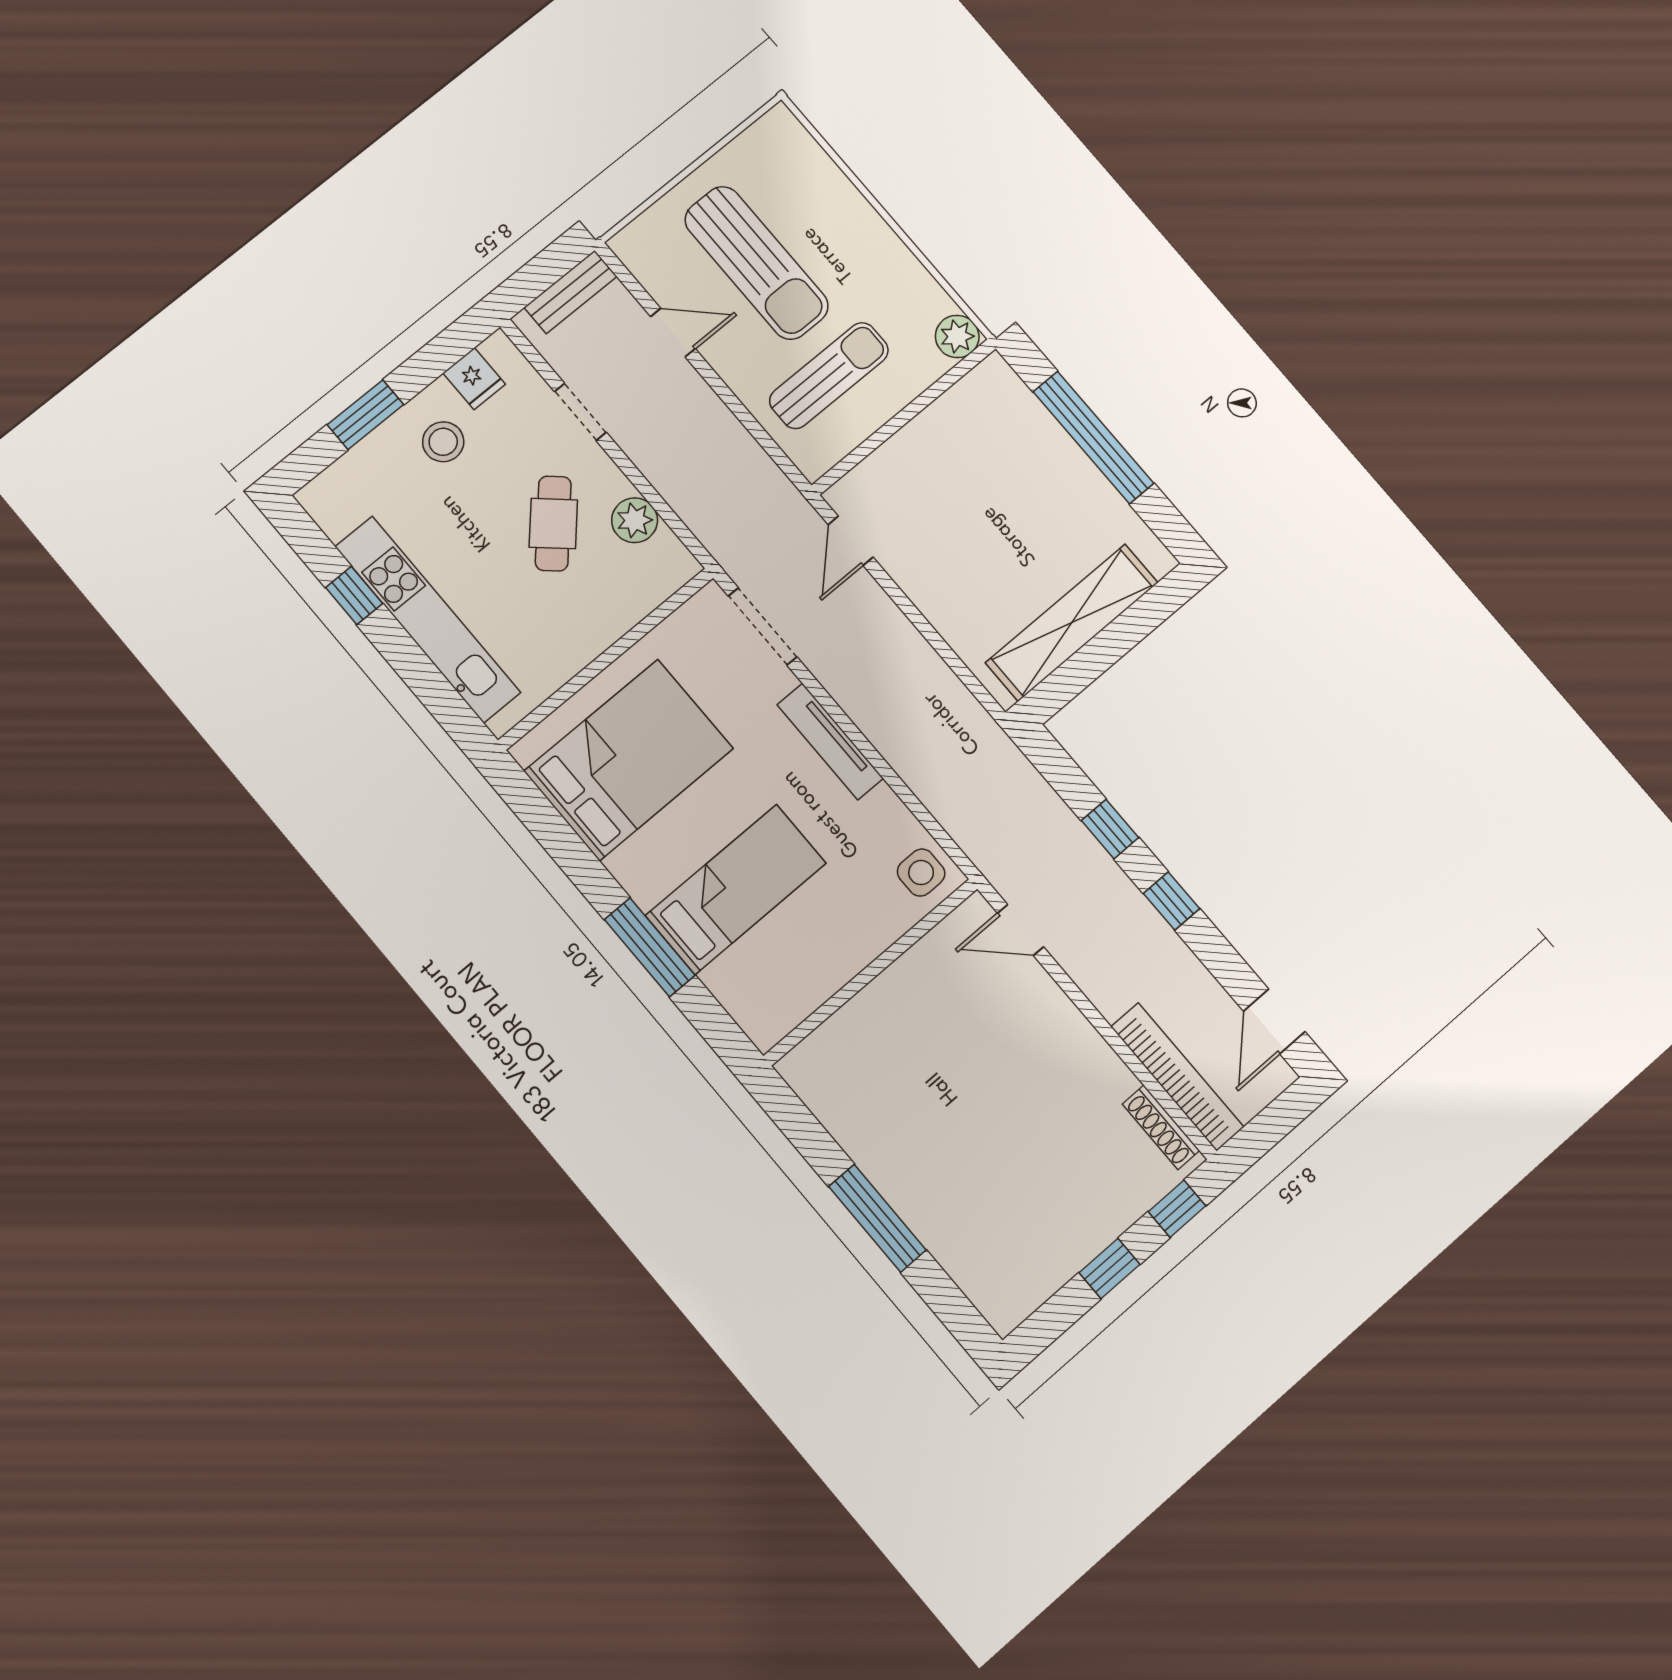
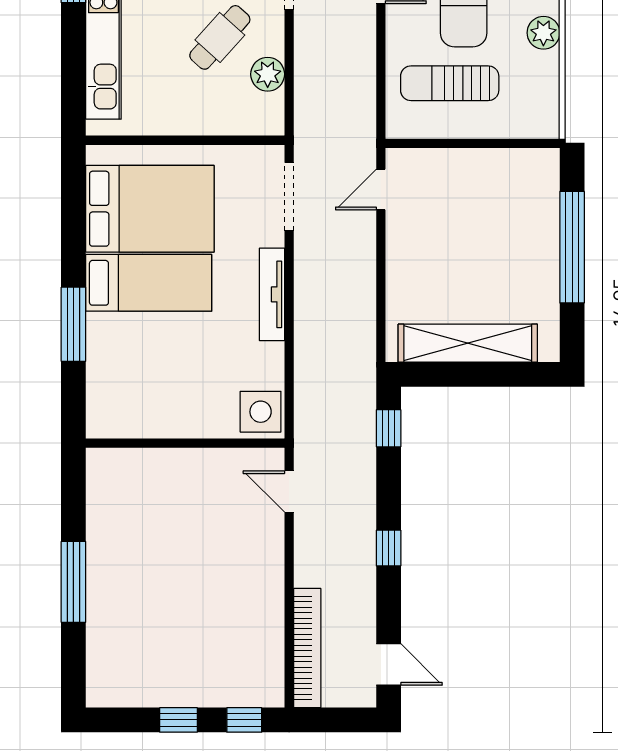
plant: (957, 336) -> (543, 33), moved
sun lounger: (829, 376) -> (450, 83), turned 180
window: (1110, 829) -> (389, 428), moved
side table: (921, 873) -> (261, 412), width x1.37, depth x1.37
bed: (736, 889) -> (149, 283), moved
door: (1274, 1021) -> (389, 664), swing flipped
shoe rack: (1161, 1127) -> (274, 668), removed

